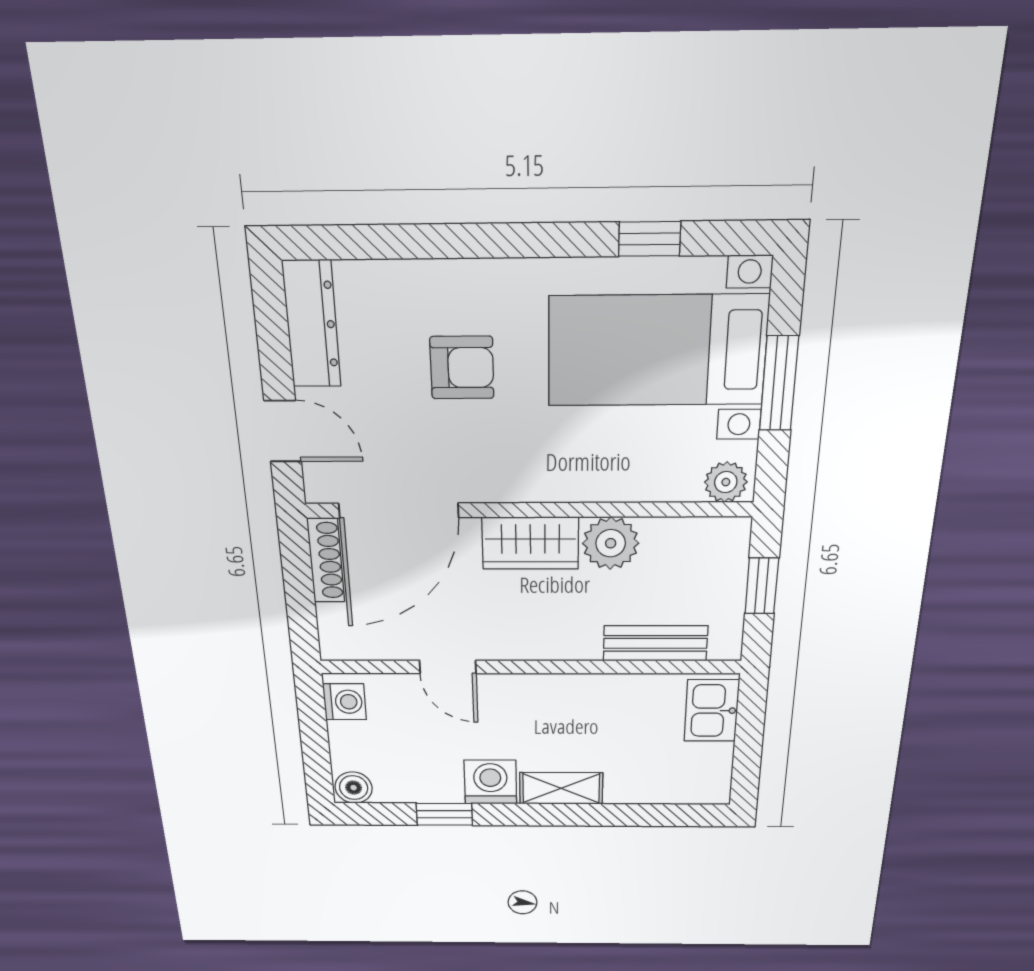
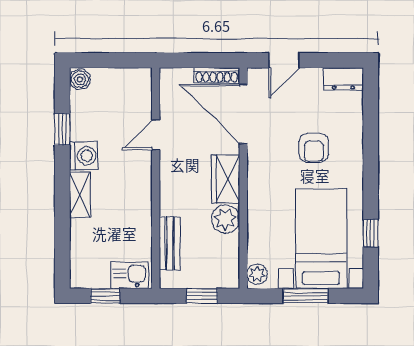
dresser: (312, 324) -> (343, 79), width x0.70
washing machine: (345, 702) -> (135, 79), removed
window: (748, 749) -> (105, 296), added

